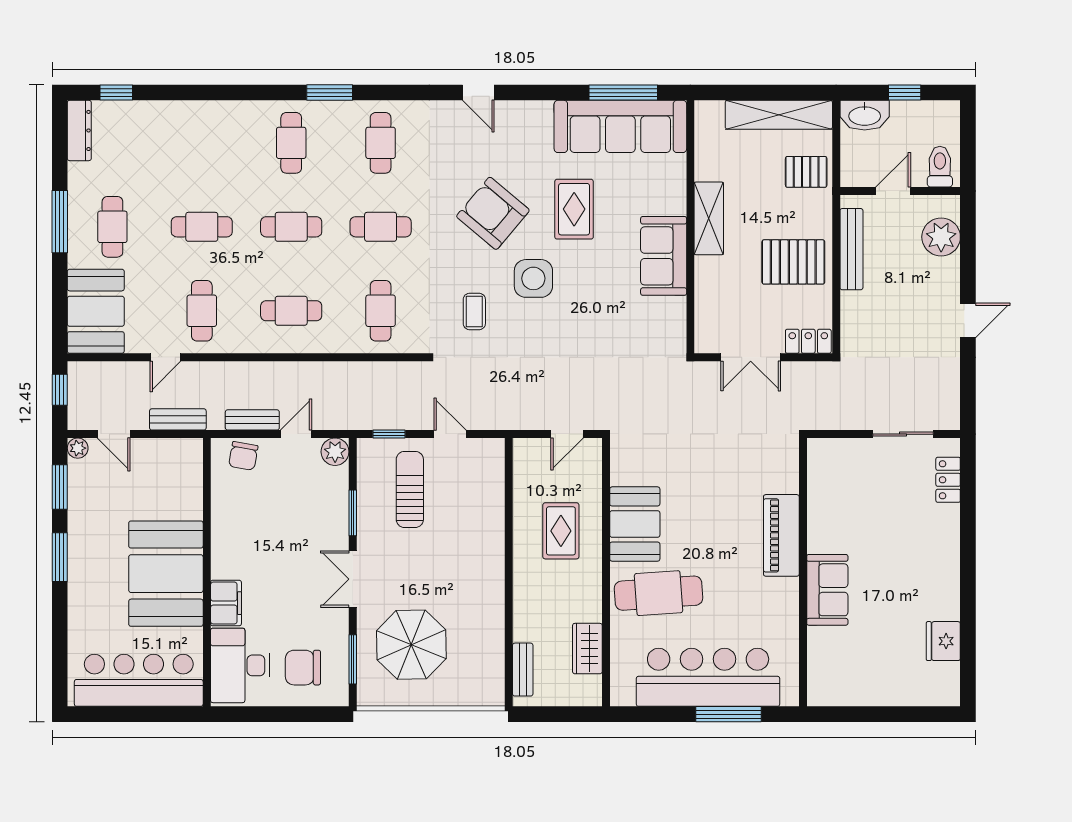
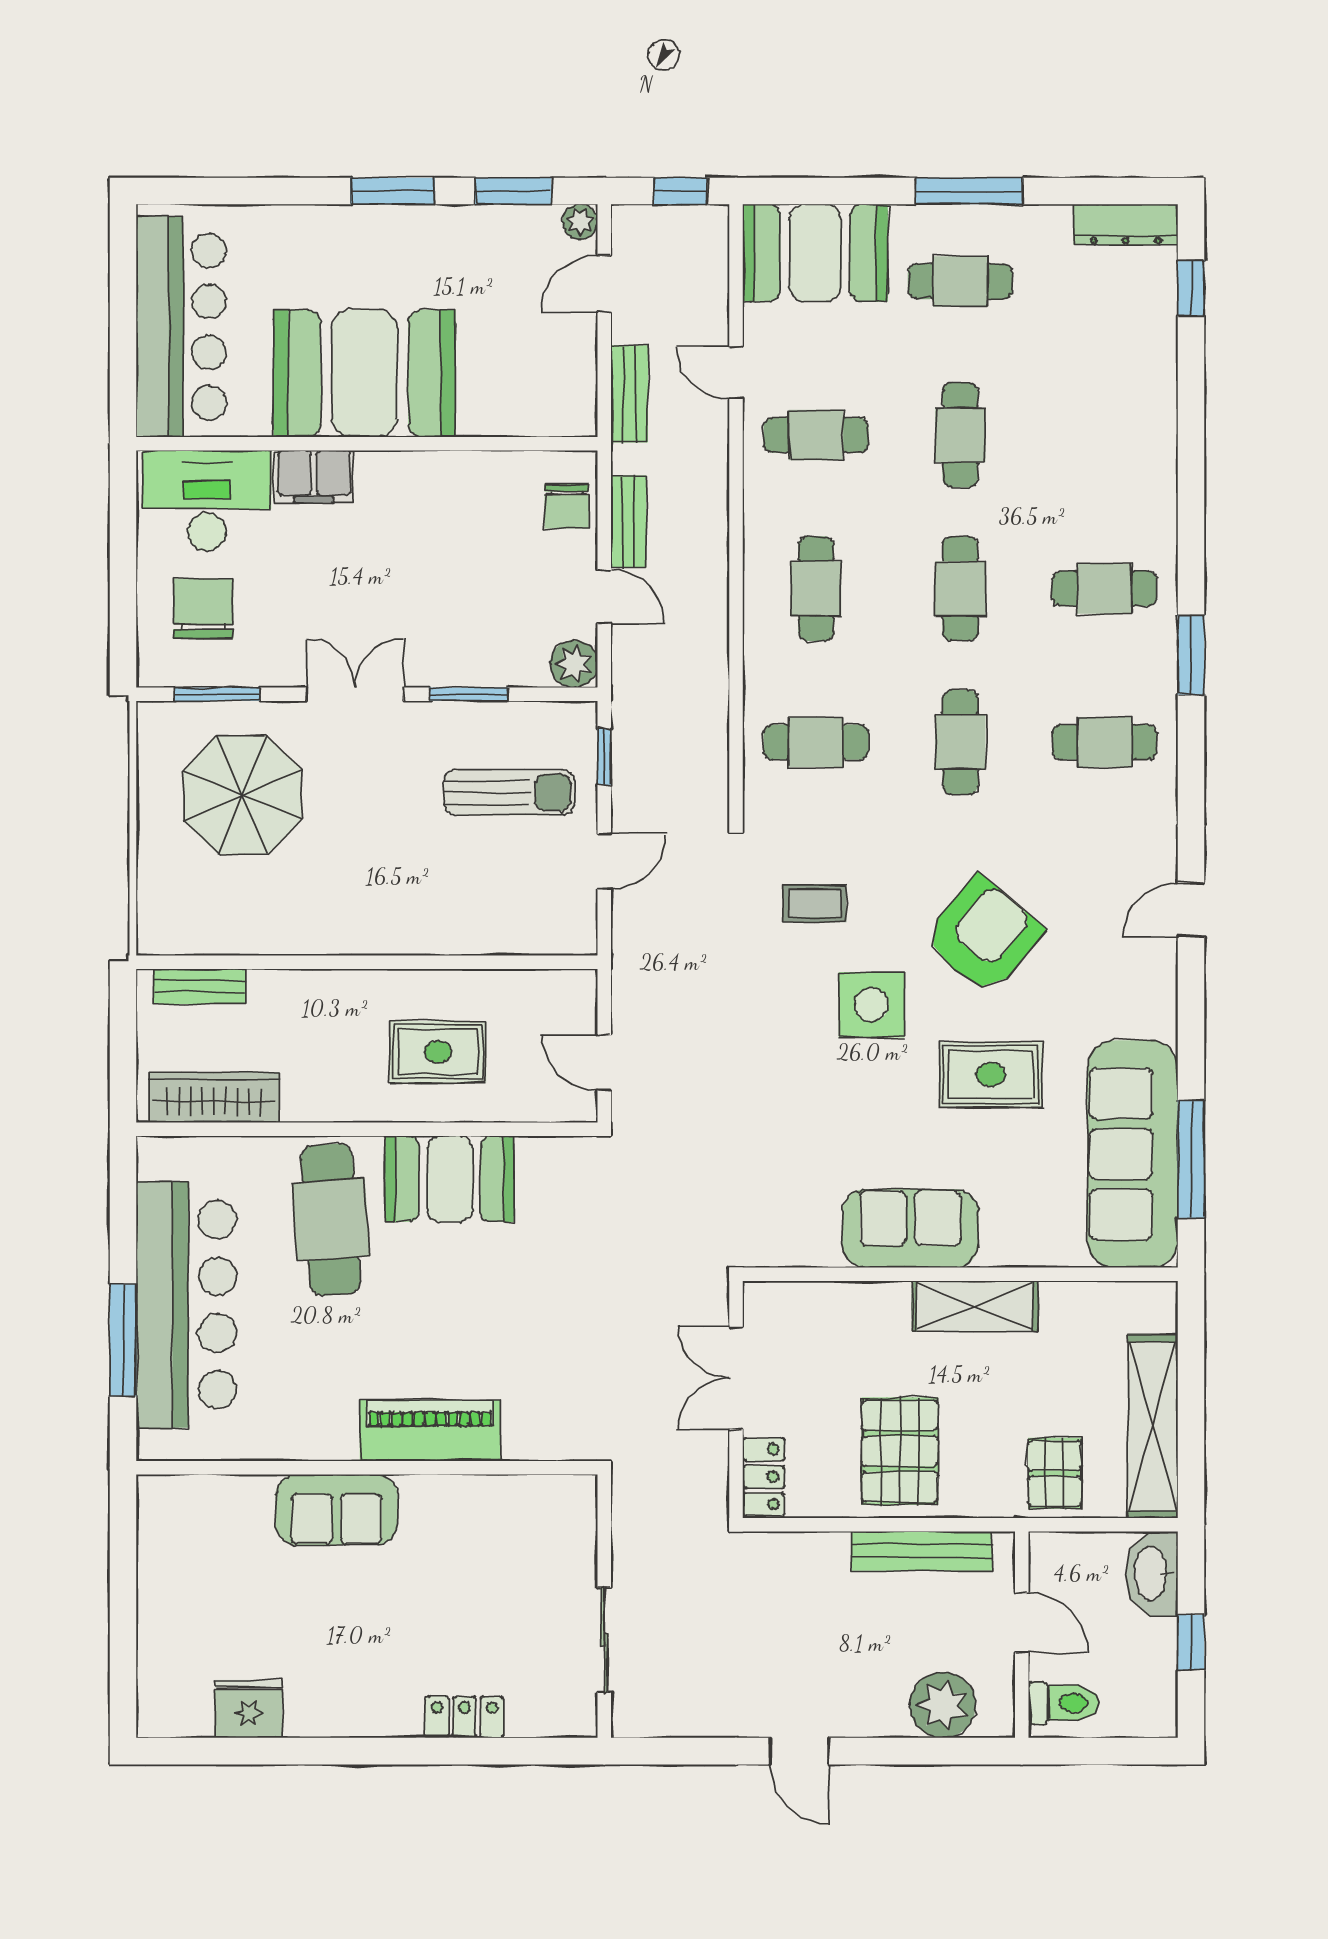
chair: (243, 456) -> (567, 506), turned -100
locker: (948, 480) -> (465, 1717), moved
wardrobe: (587, 649) -> (214, 1097), width x1.50

